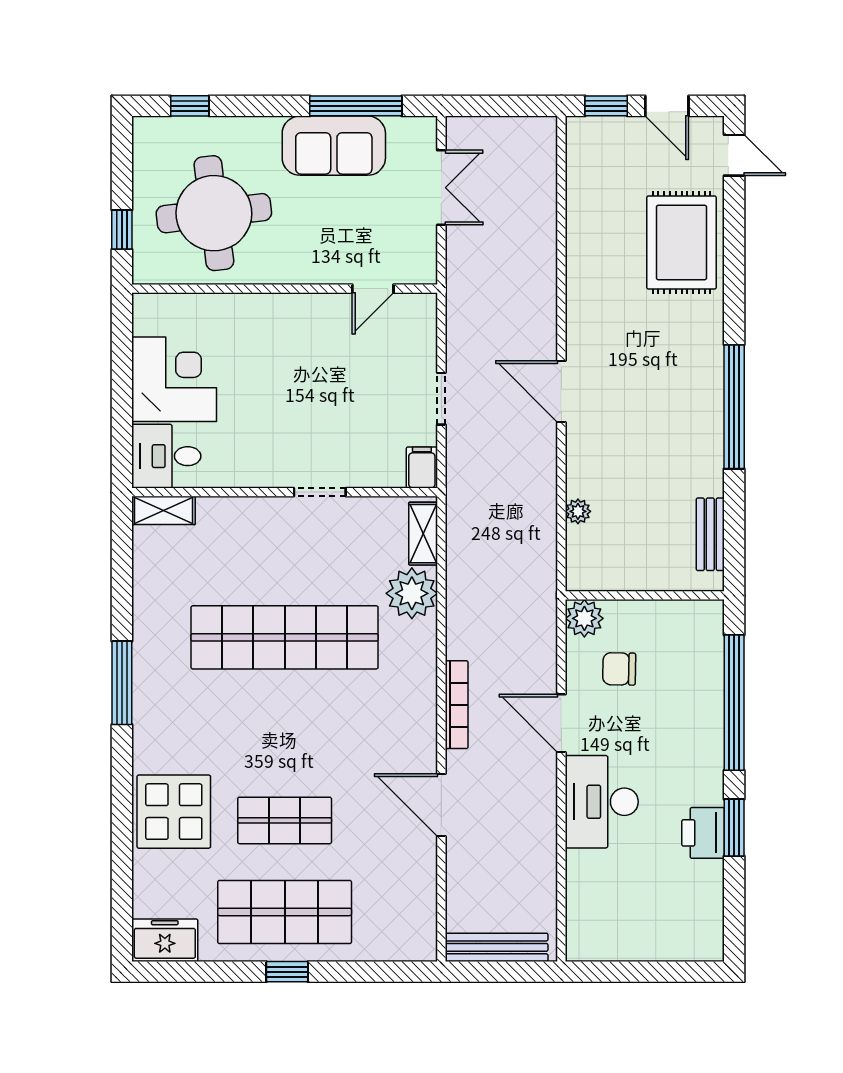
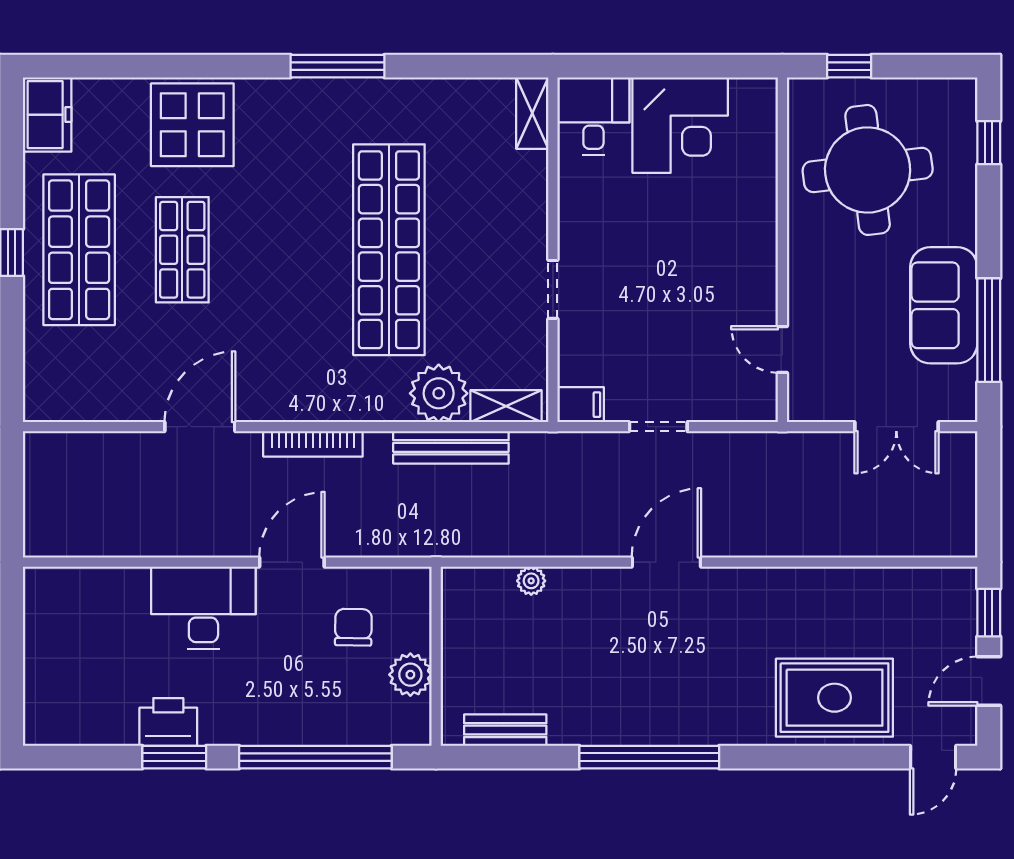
plant: (584, 618) -> (410, 675), moved
bench: (497, 947) -> (451, 447), moved, turned 90

